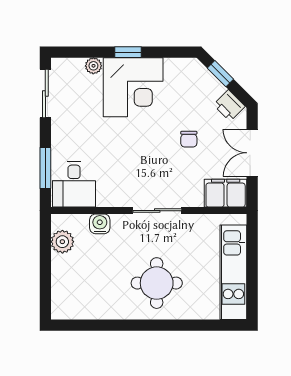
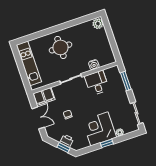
printer: (229, 106) -> (67, 141), moved
desk: (74, 184) -> (97, 83), moved
plant: (62, 242) -> (98, 24), moved

